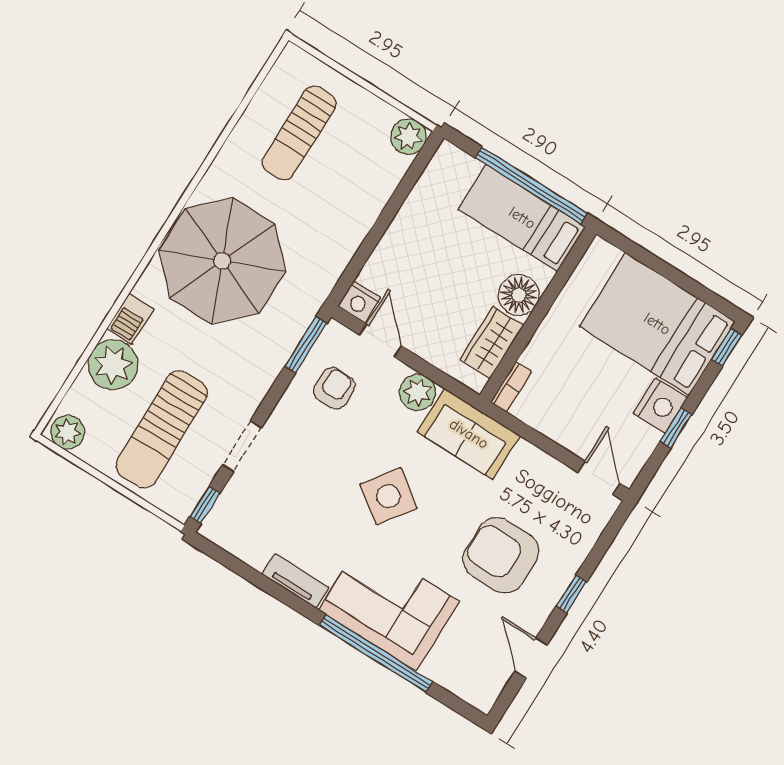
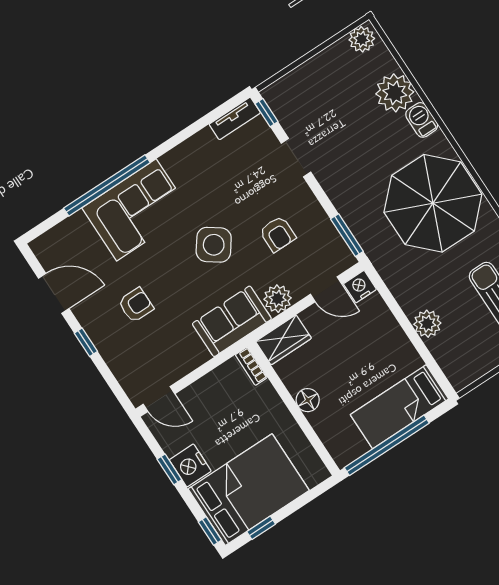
plant: (409, 137) -> (427, 324), moved
bed: (522, 218) -> (399, 407), moved, turned 180
window: (696, 289) -> (261, 528), added
floor lamp: (519, 295) -> (308, 400), width x0.73, depth x0.73
wardrobe: (492, 342) -> (283, 340), moved, turned 90
armchair: (334, 388) -> (277, 234), moved
sun lounger: (162, 429) -> (334, 106), removed
armchair: (501, 555) -> (136, 305), width x0.53, depth x0.53
tv unit: (295, 581) -> (235, 118), moved
door: (531, 658) -> (54, 293), width x1.38

